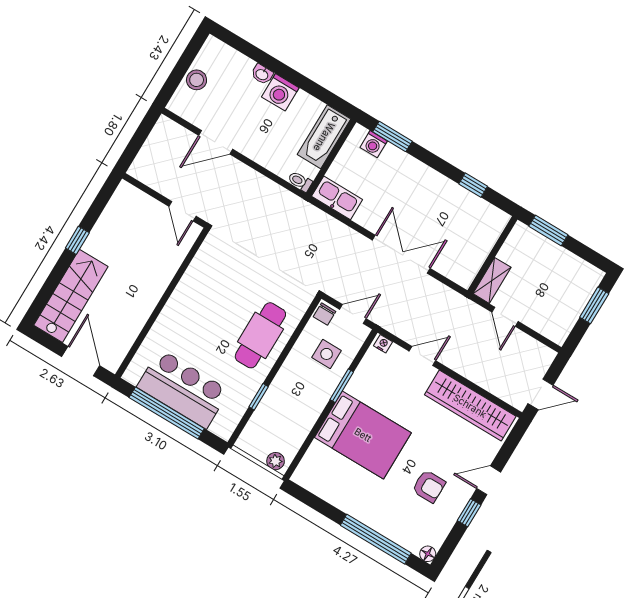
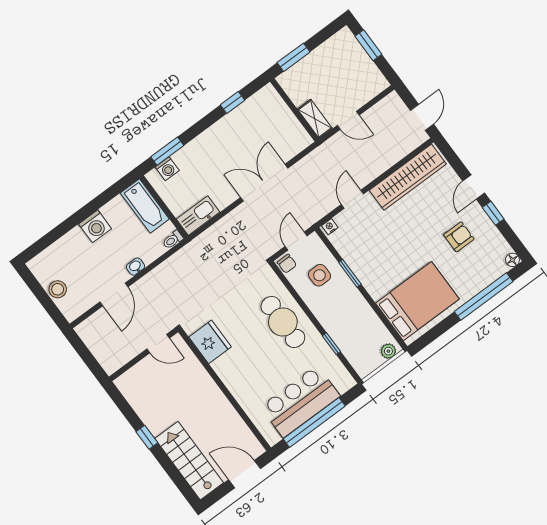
washbasin: (262, 74) -> (135, 267), moved, turned 180
fridge: (207, 266) -> (210, 342), added
bed: (363, 435) -> (417, 301), moved

